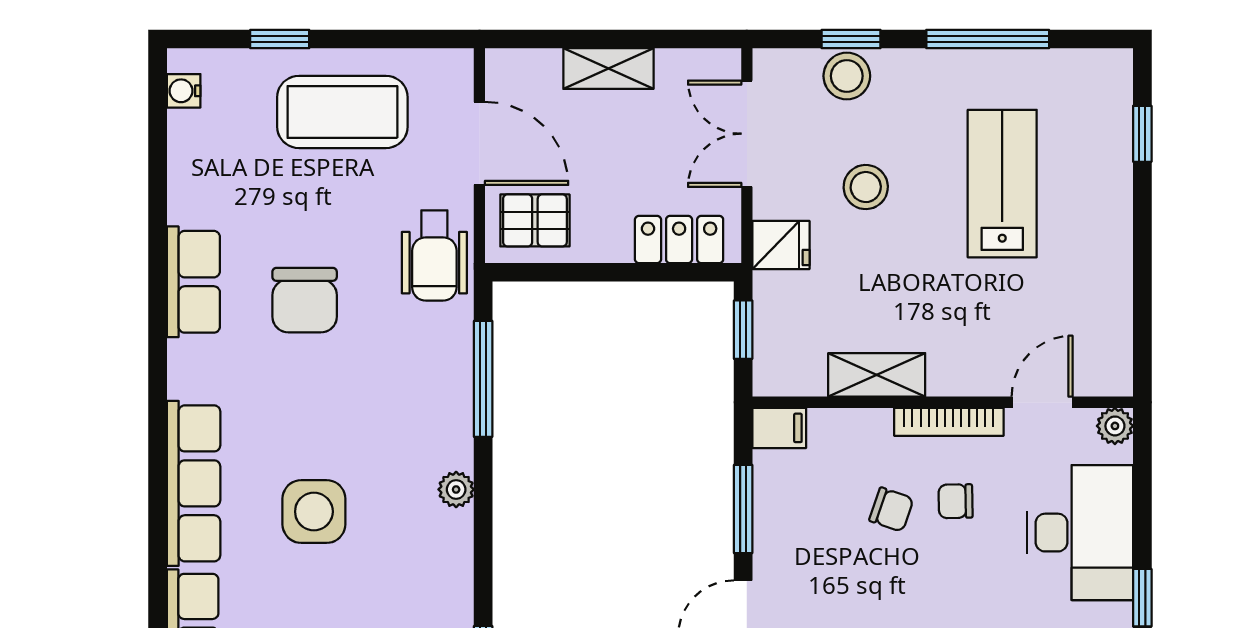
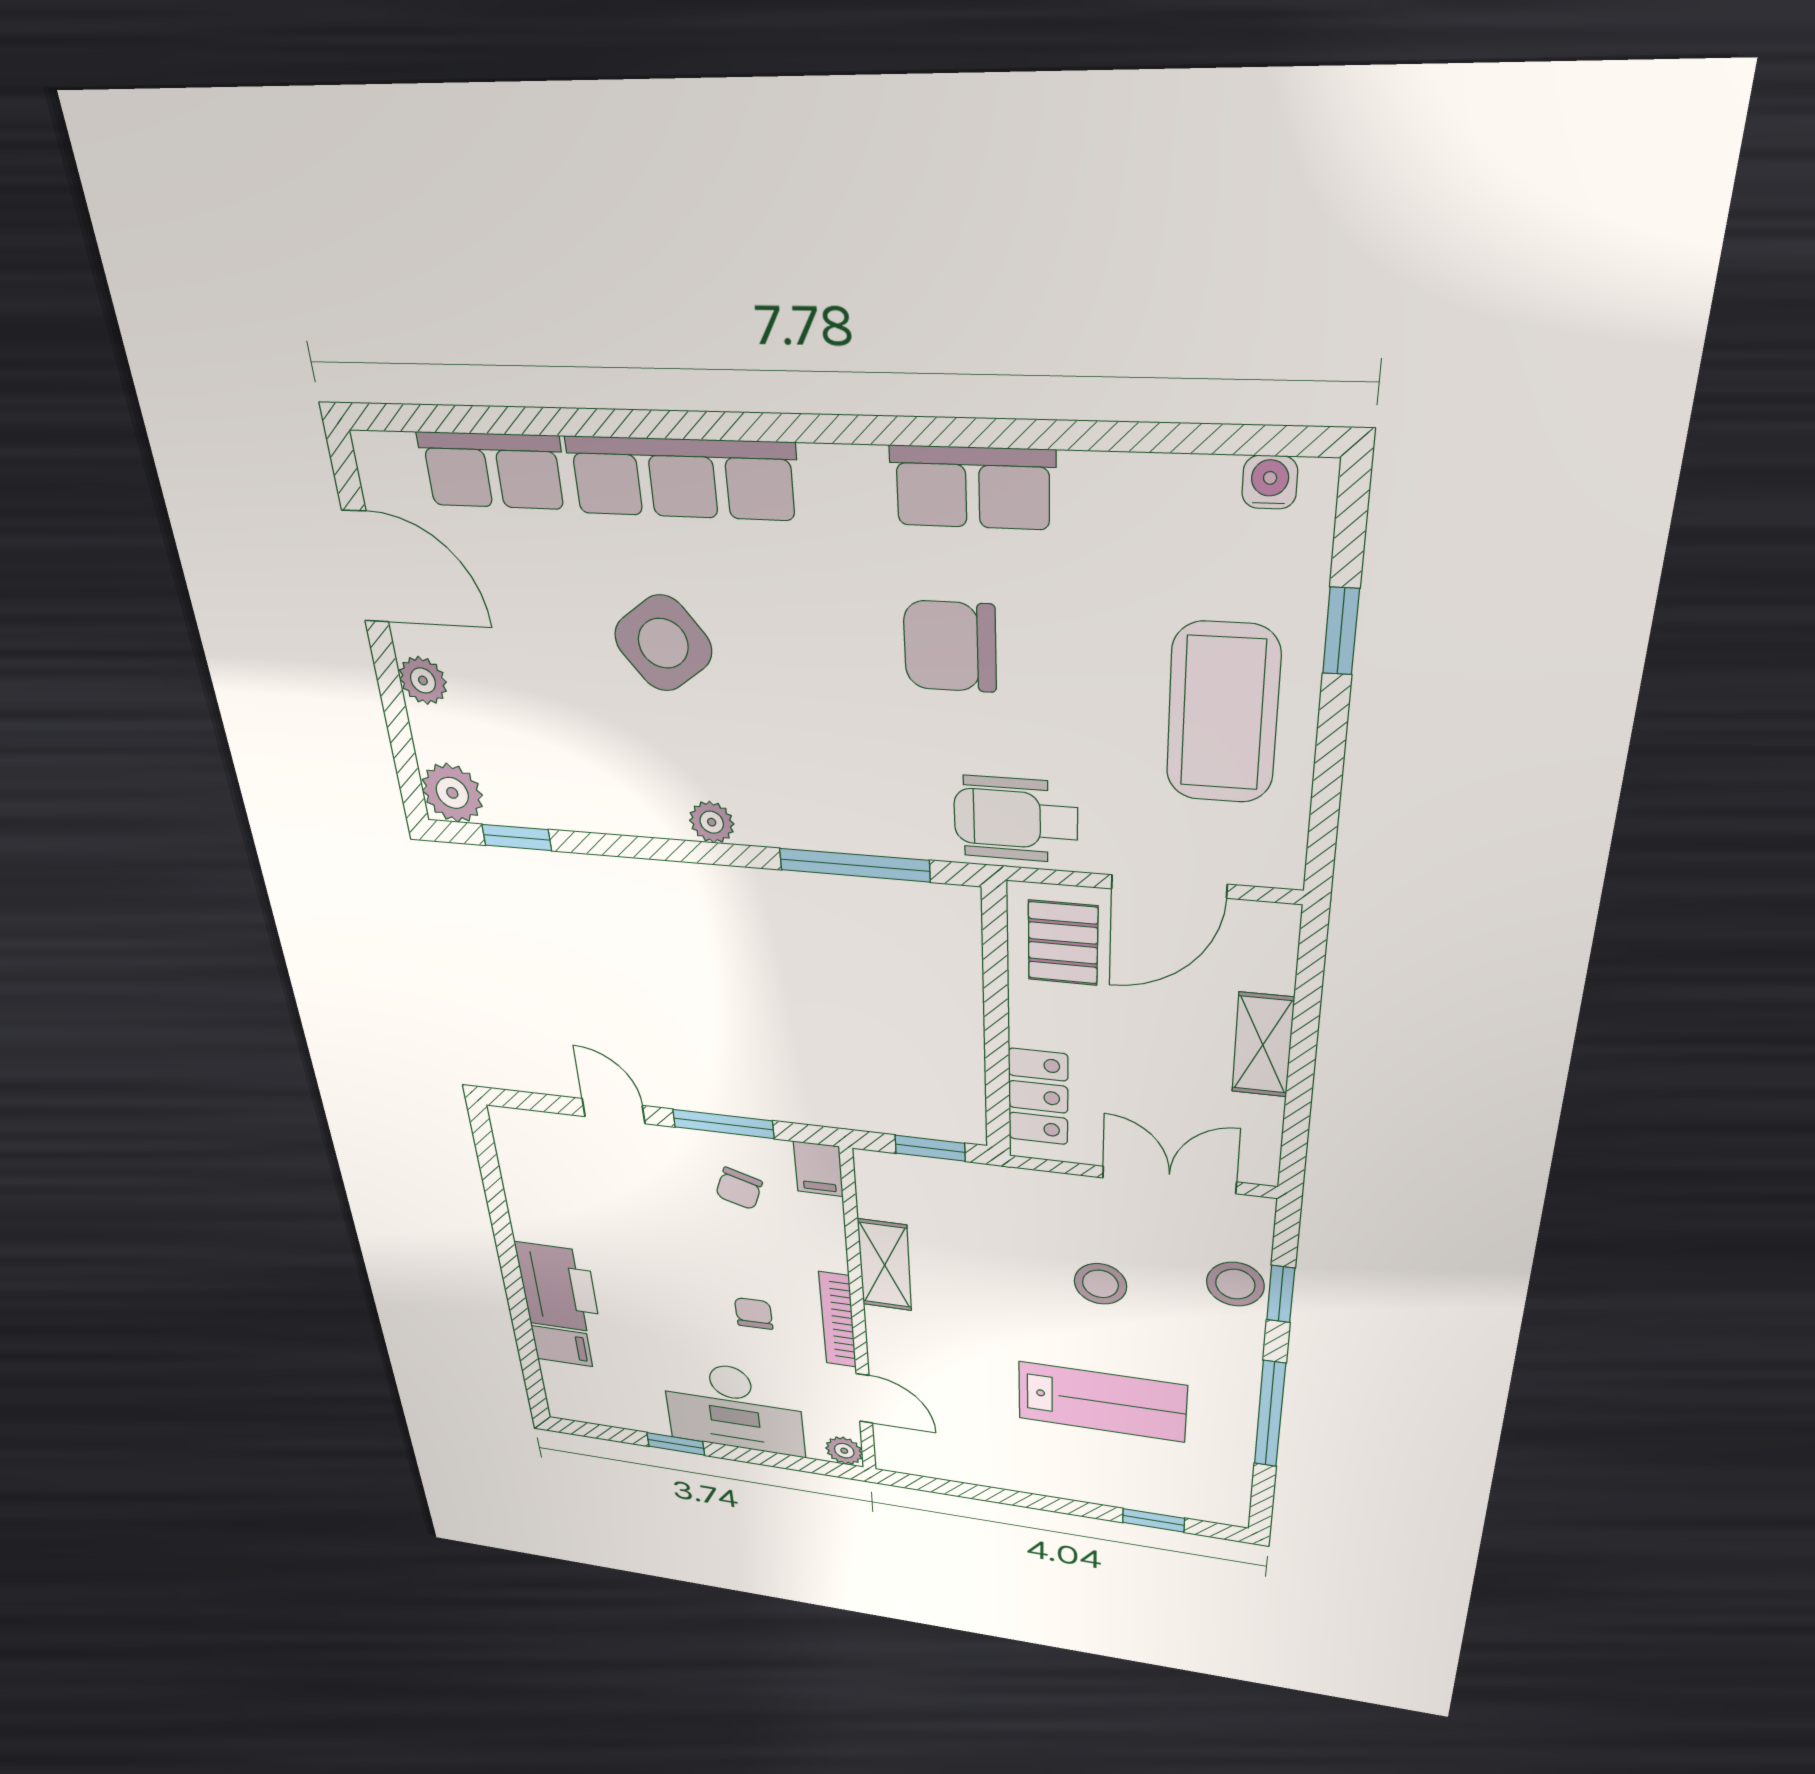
fridge: (781, 245) -> (1032, 1197), removed
chair: (891, 510) -> (739, 1189), moved
side table: (314, 512) -> (663, 643), turned -37

